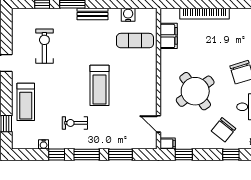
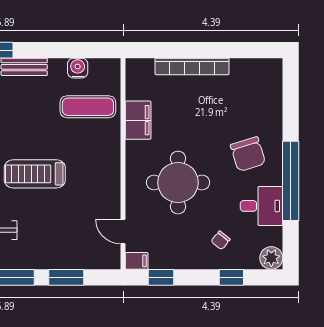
filing cabinet: (169, 36) -> (138, 120), moved
treadmill: (99, 85) -> (35, 174), turned 90
round table: (195, 91) -> (178, 183), turned 36
chair: (224, 130) -> (221, 240), width x0.54, depth x0.54

